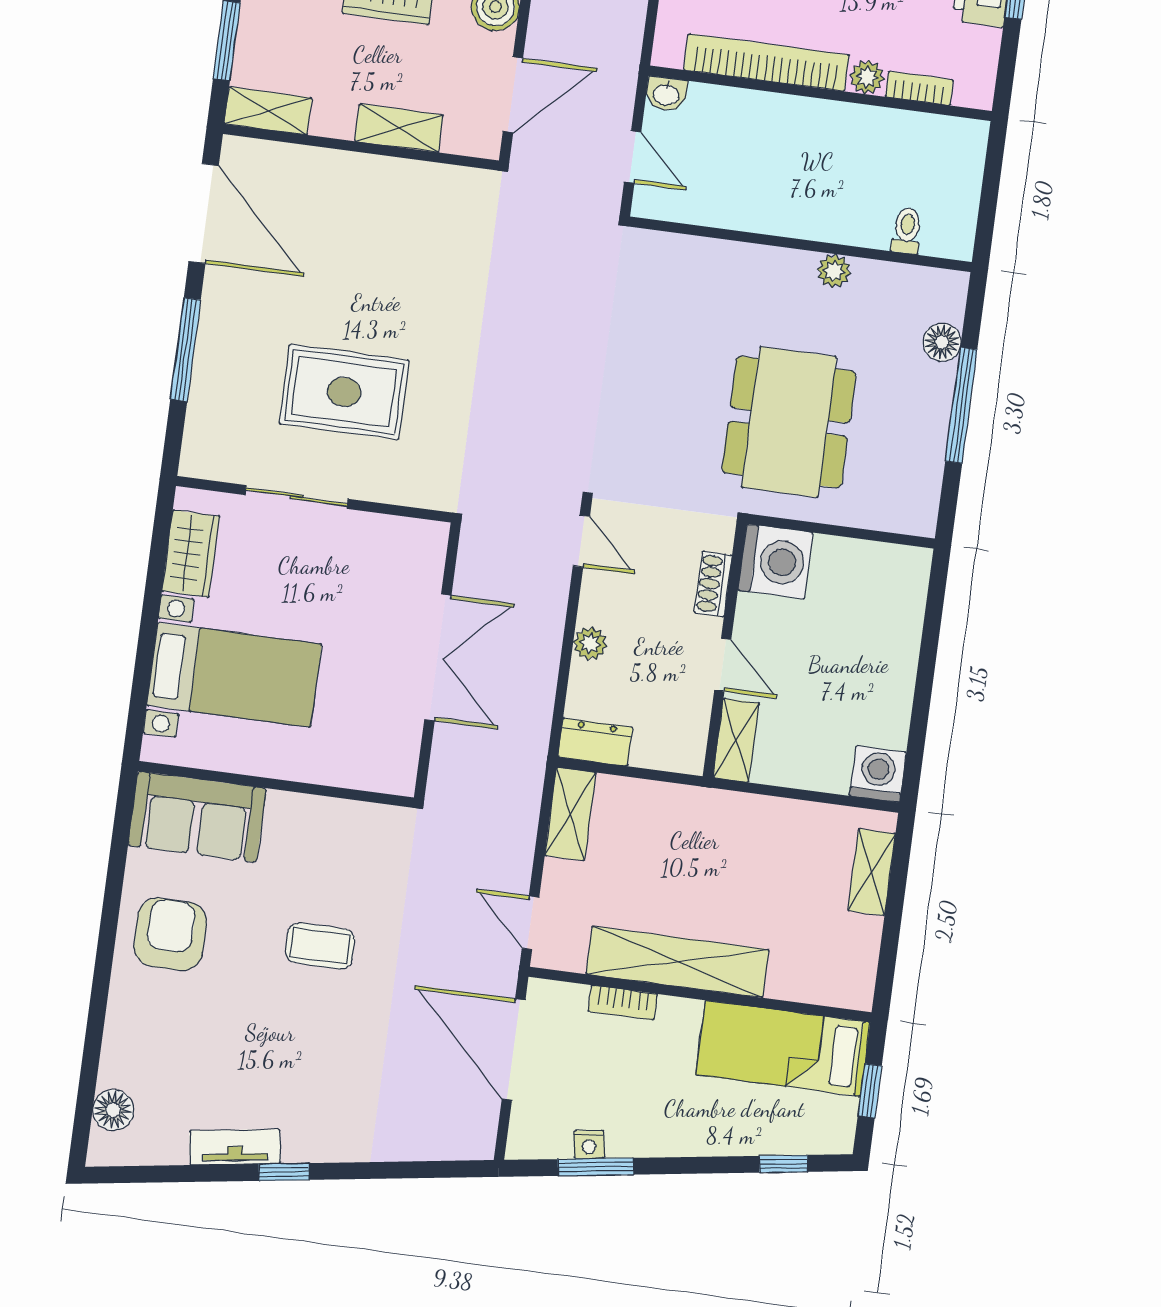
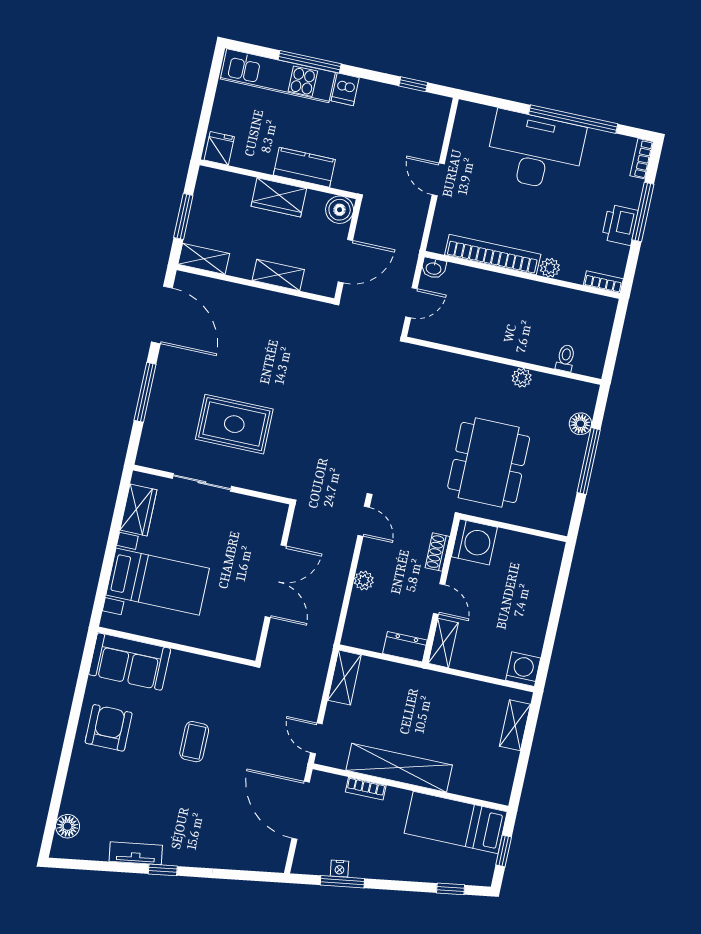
bookcase: (919, 88) -> (603, 282), moved
door: (633, 157) -> (411, 303), hinge flipped
dresser: (595, 742) -> (405, 647), moved
coffee table: (320, 946) -> (194, 742), turned 90

